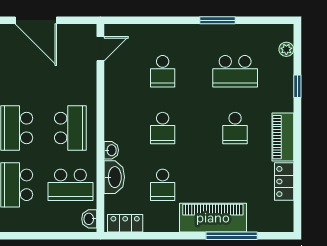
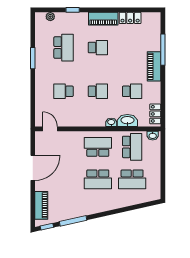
school desk: (163, 71) -> (64, 91), turned 180
piano: (213, 218) -> (154, 66), width x0.73, depth x0.75

